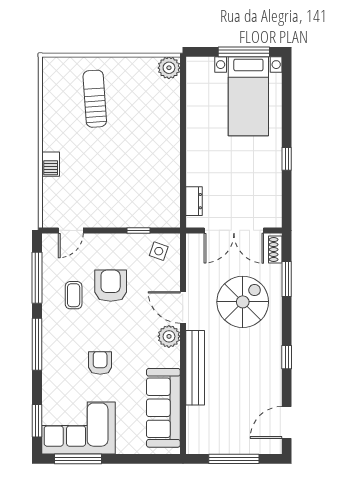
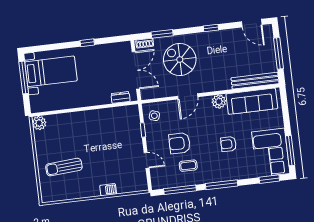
door: (71, 230) -> (147, 160), moved
plant: (169, 336) -> (219, 102), moved
bench: (195, 368) -> (255, 81), moved

